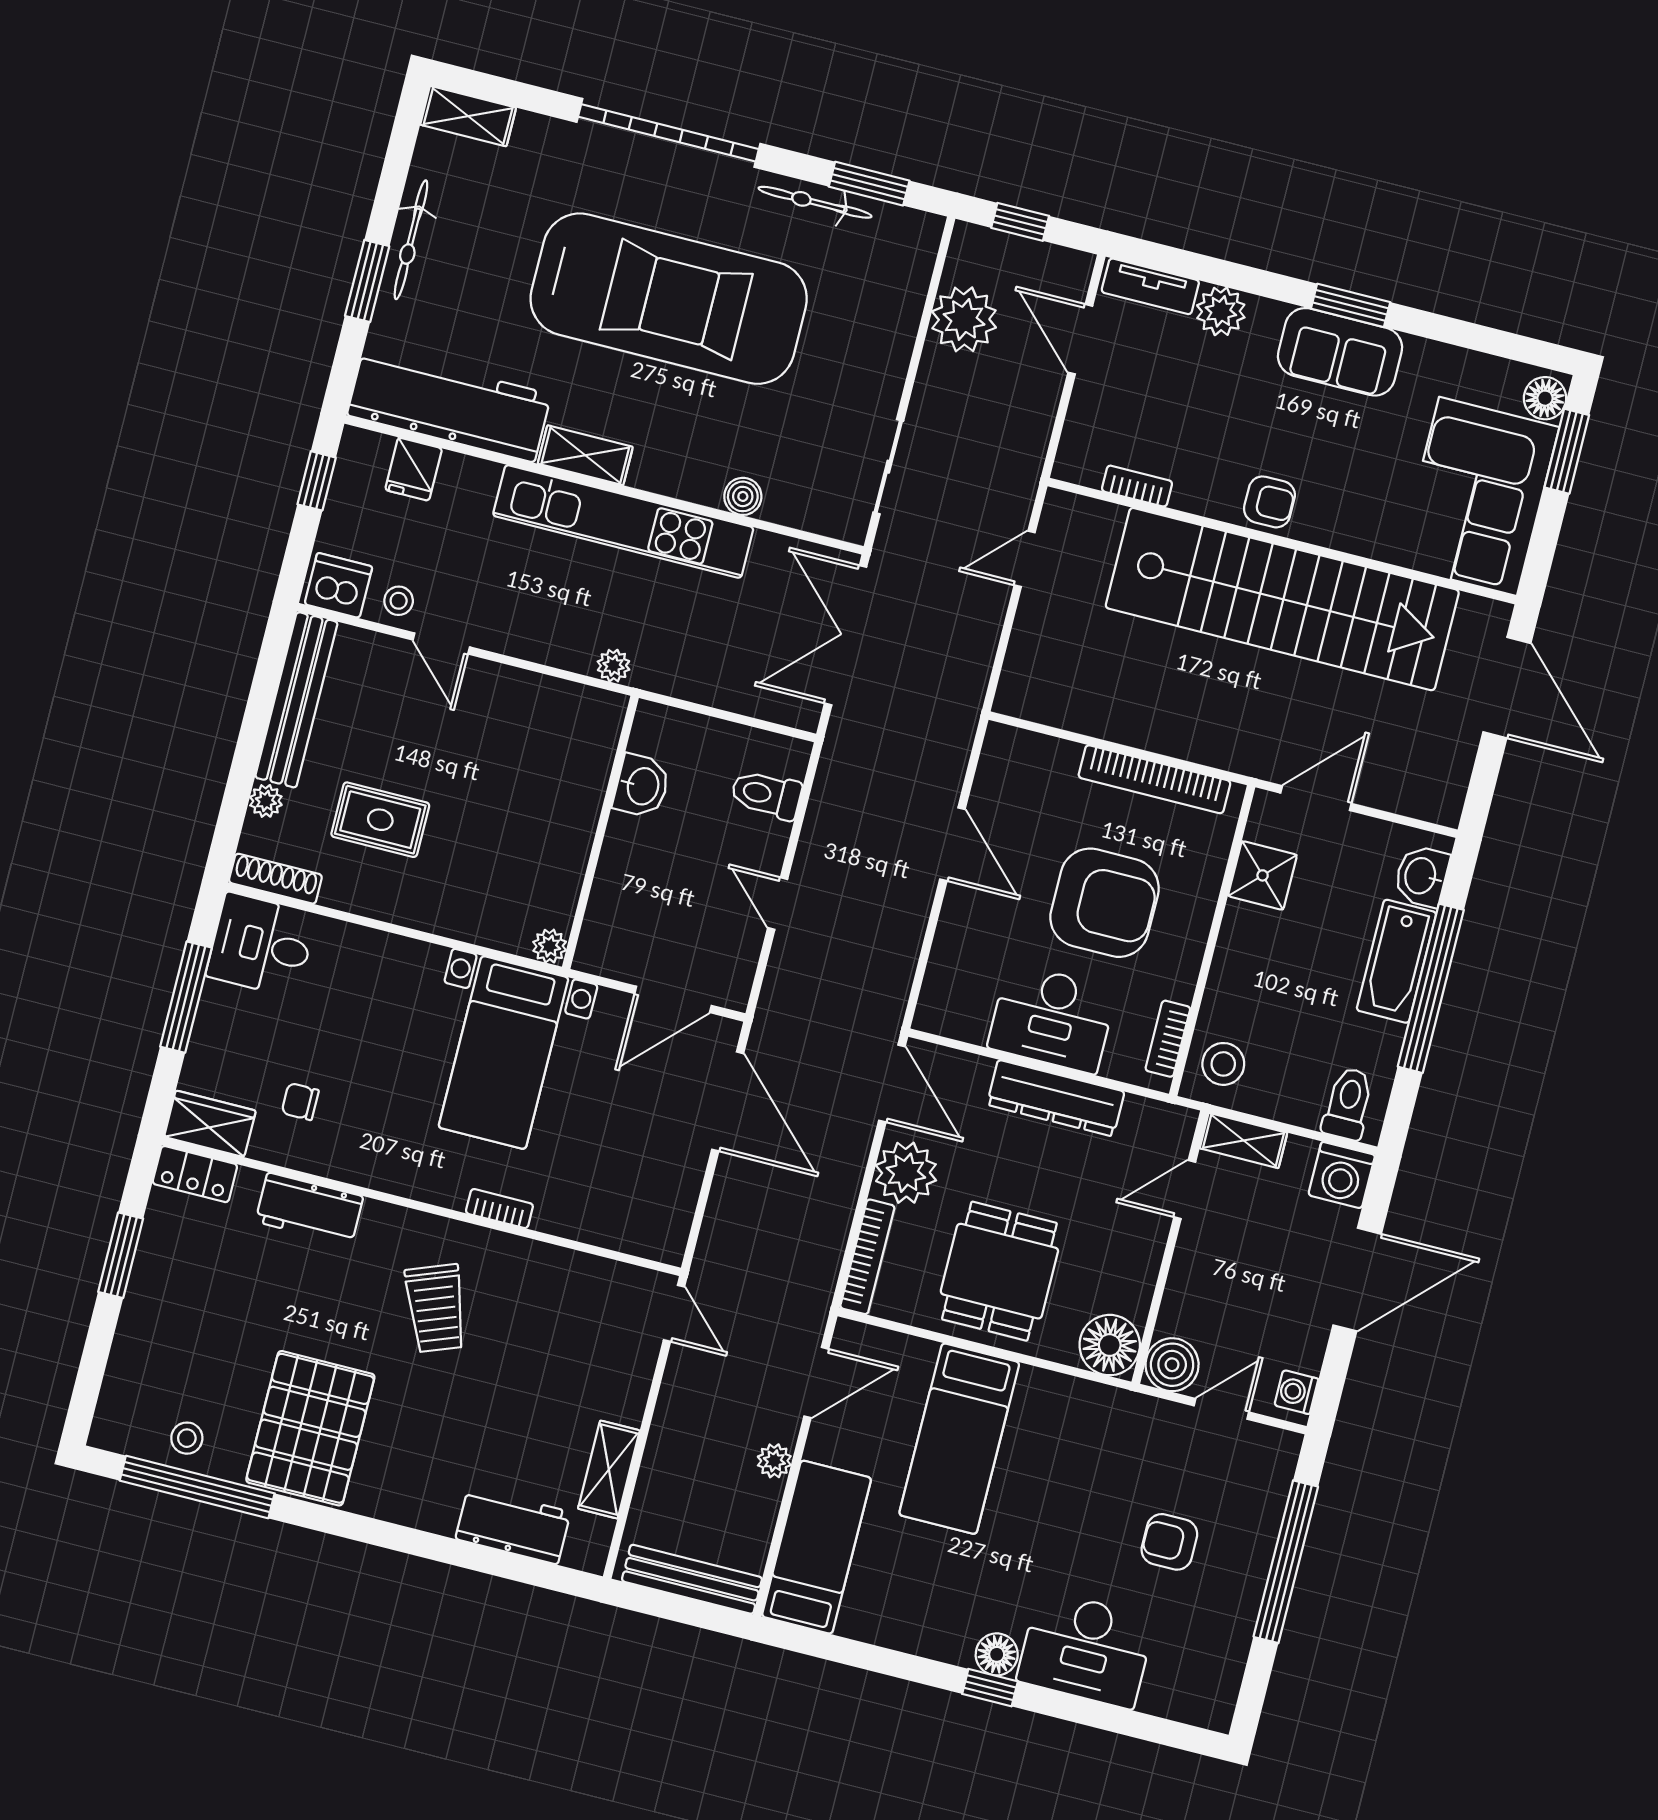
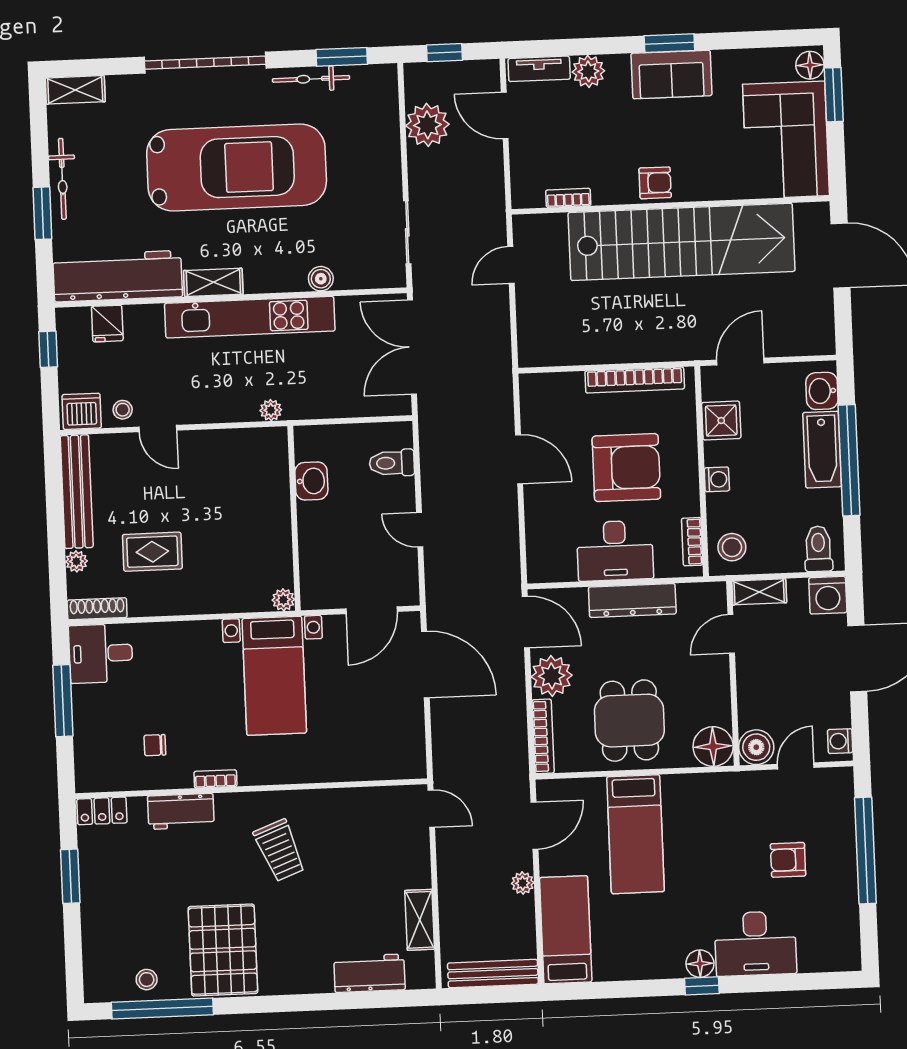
washing machine: (1231, 959) -> (717, 479), added
wardrobe: (210, 1124) -> (102, 776), removed
bookcase: (499, 1209) -> (215, 779), moved

